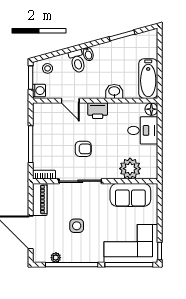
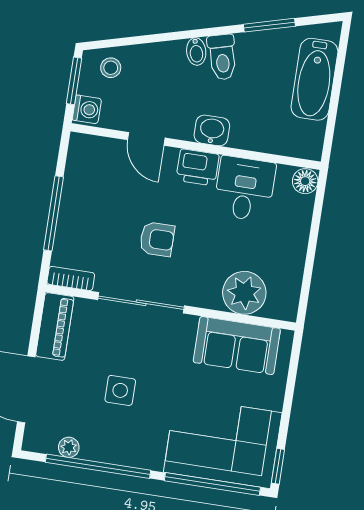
toilet: (77, 61) -> (222, 57), moved
bathtub: (148, 79) -> (314, 79), moved
washbasin: (114, 91) -> (212, 130), moved
desk: (143, 130) -> (245, 189), moved, turned -90

